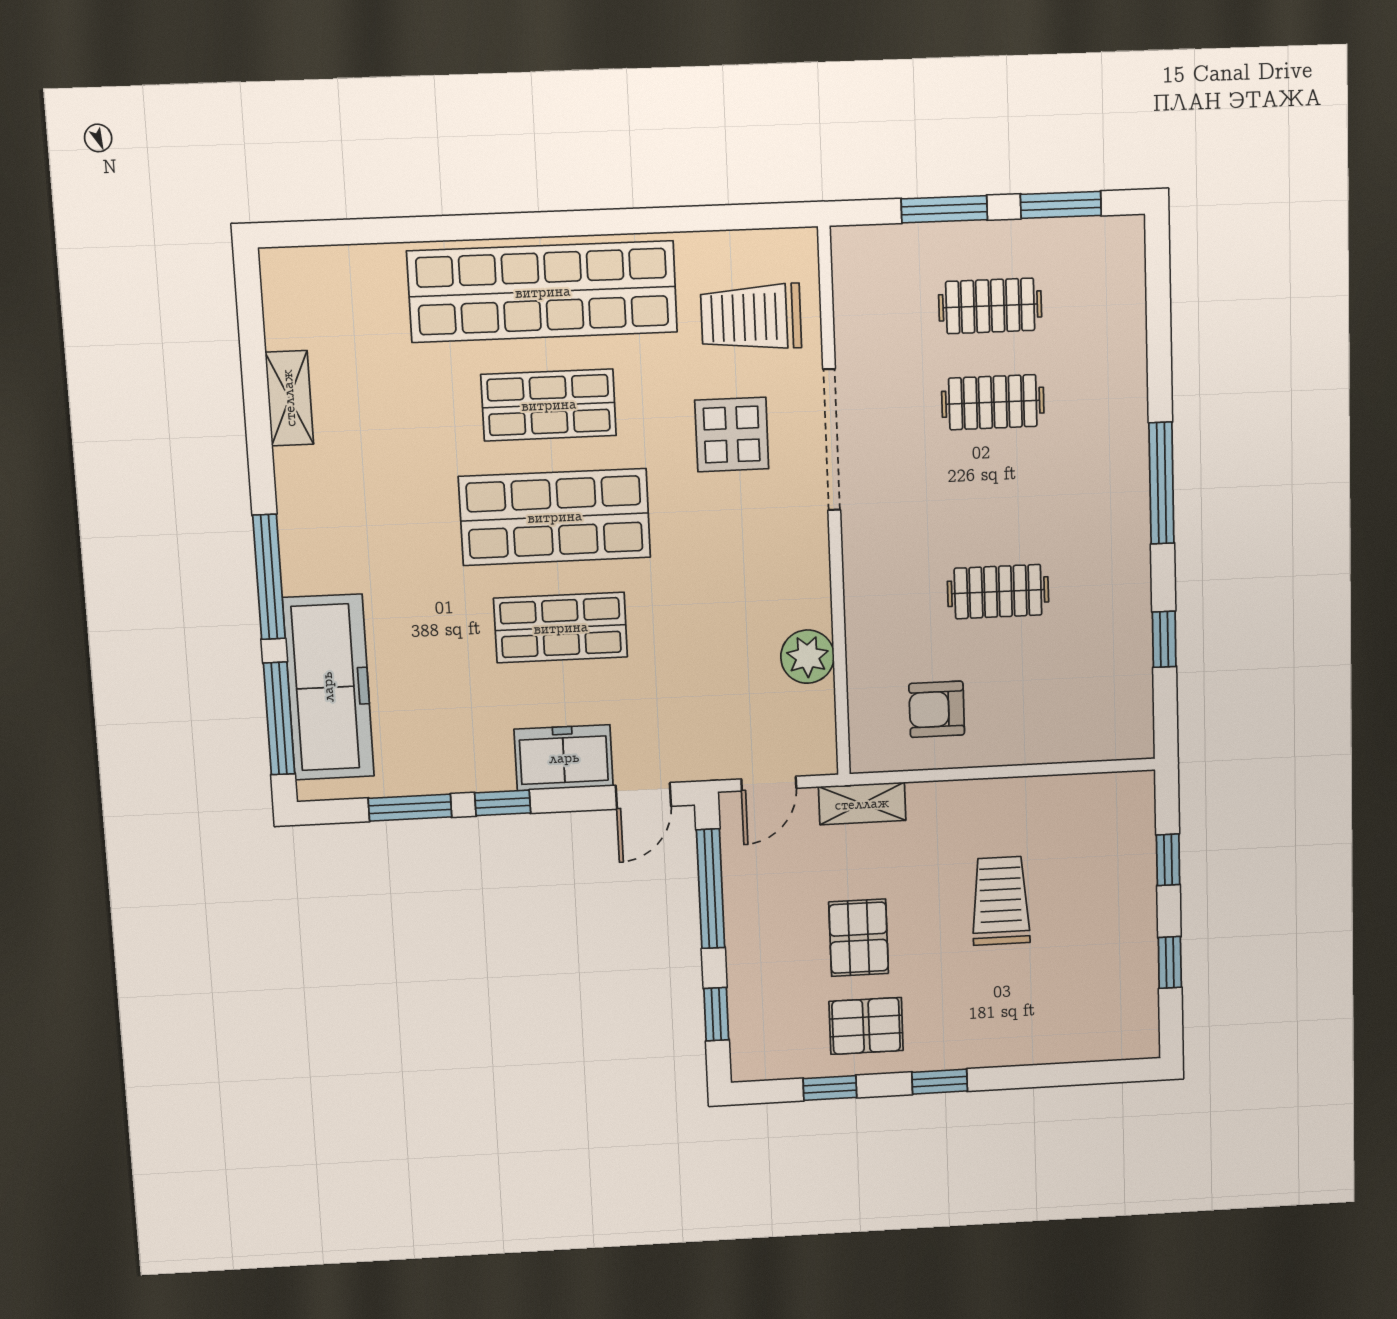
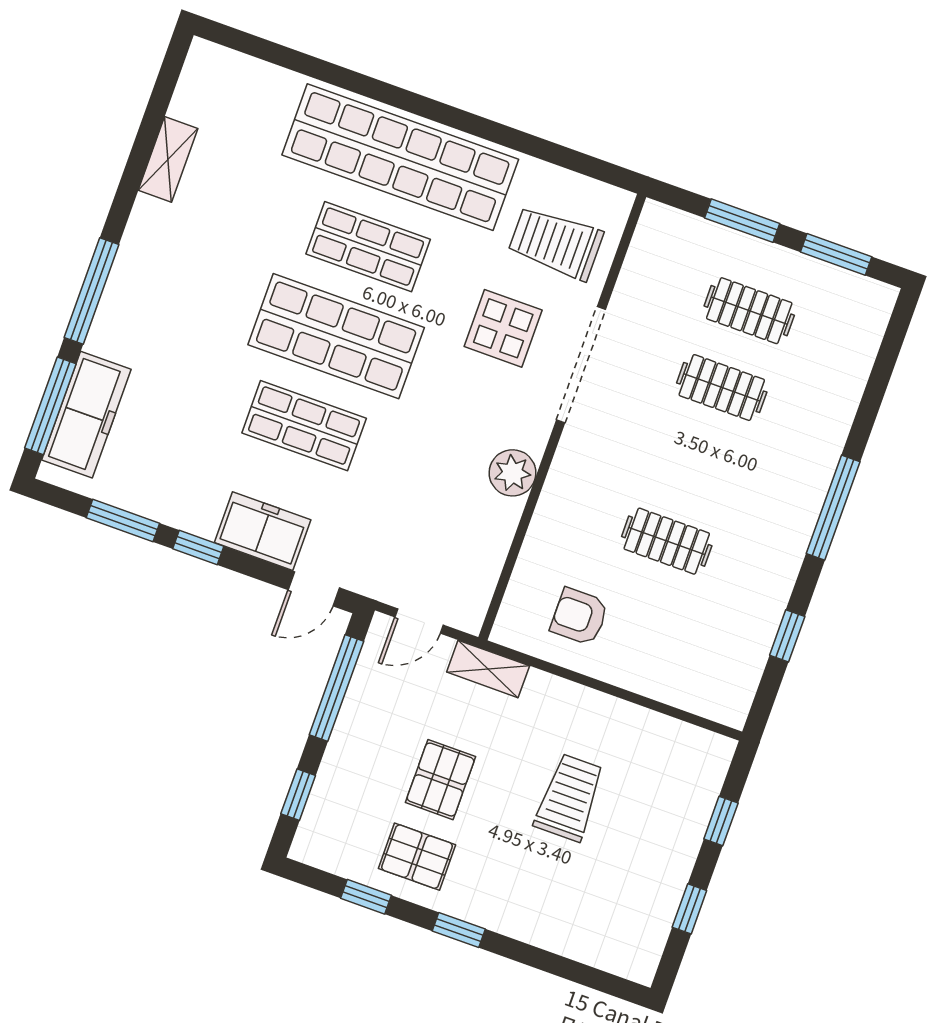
plant: (807, 657) -> (513, 473), moved
freezer: (328, 687) -> (86, 415), width x0.73, depth x0.79

